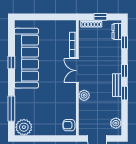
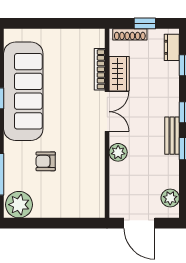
wardrobe: (85, 48) -> (119, 74), added
double door: (77, 71) -> (107, 112), swing flipped
armchair: (69, 125) -> (46, 161), moved

